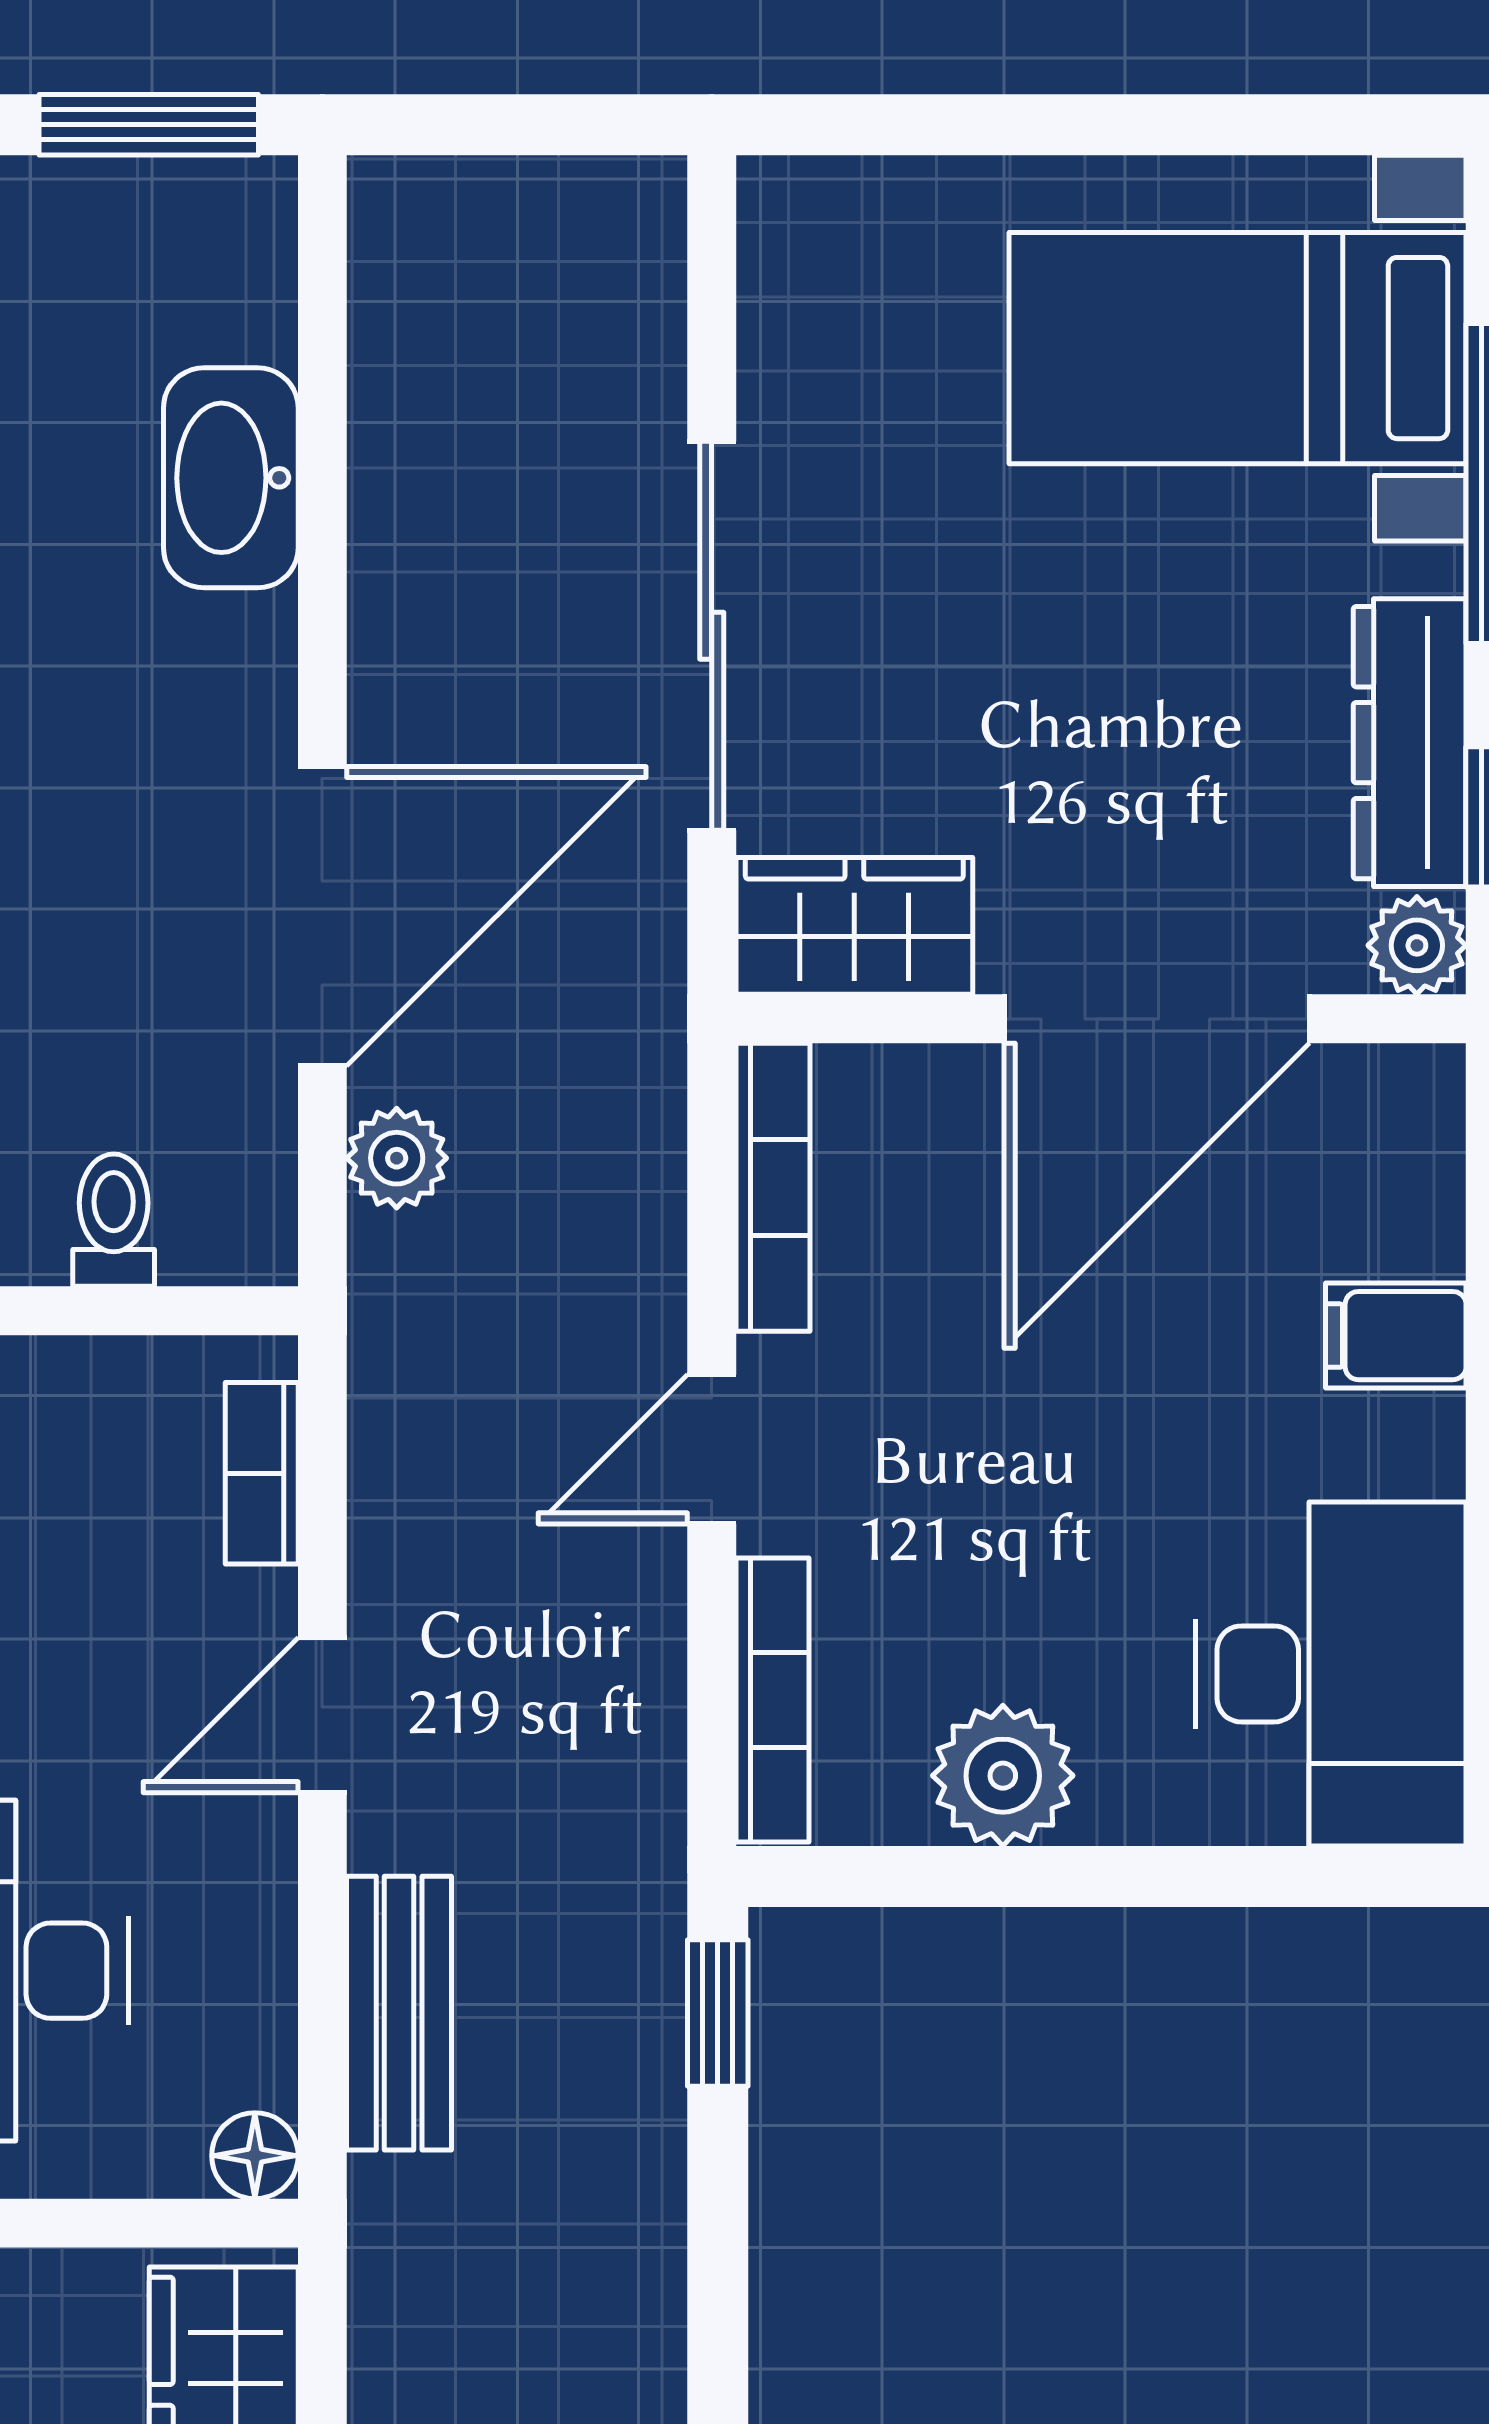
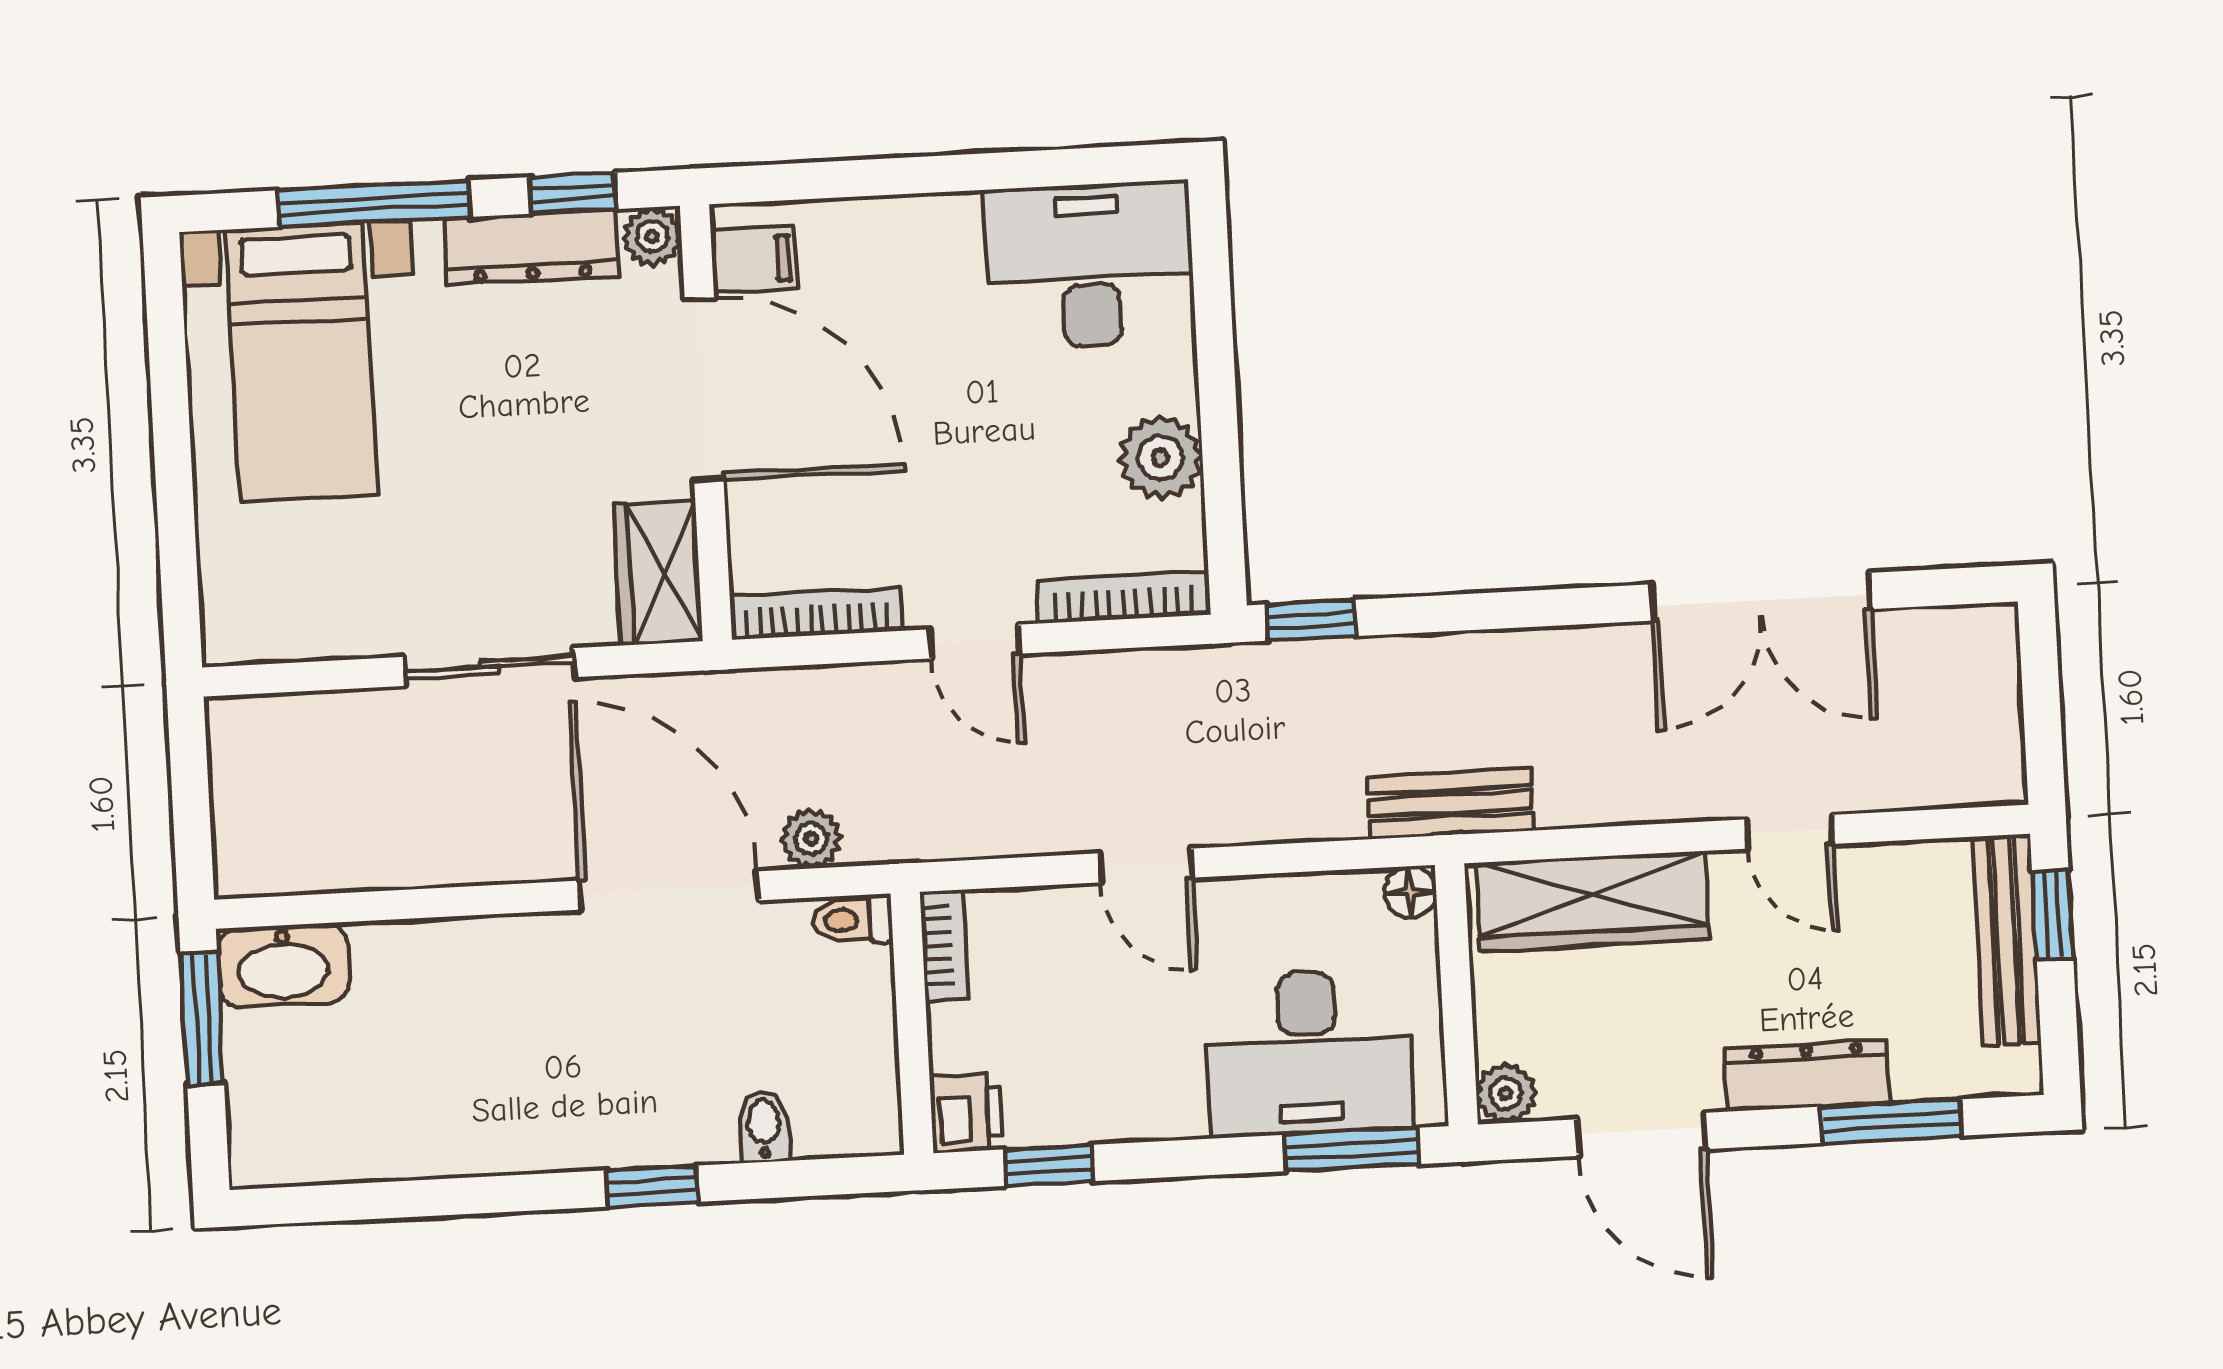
washbasin: (231, 478) -> (283, 965), moved
sliding door: (712, 636) -> (490, 667), width x0.73
toilet: (114, 1220) -> (852, 920), moved
filing cabinet: (1396, 1336) -> (754, 259), moved, turned -90
bookcase: (262, 1473) -> (944, 945), moved, turned -90
bench: (399, 2013) -> (1450, 804), moved

